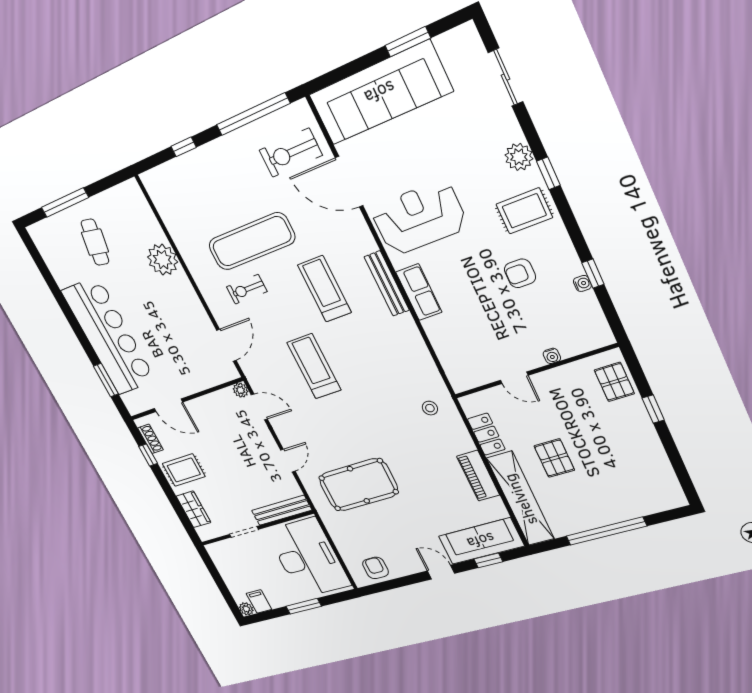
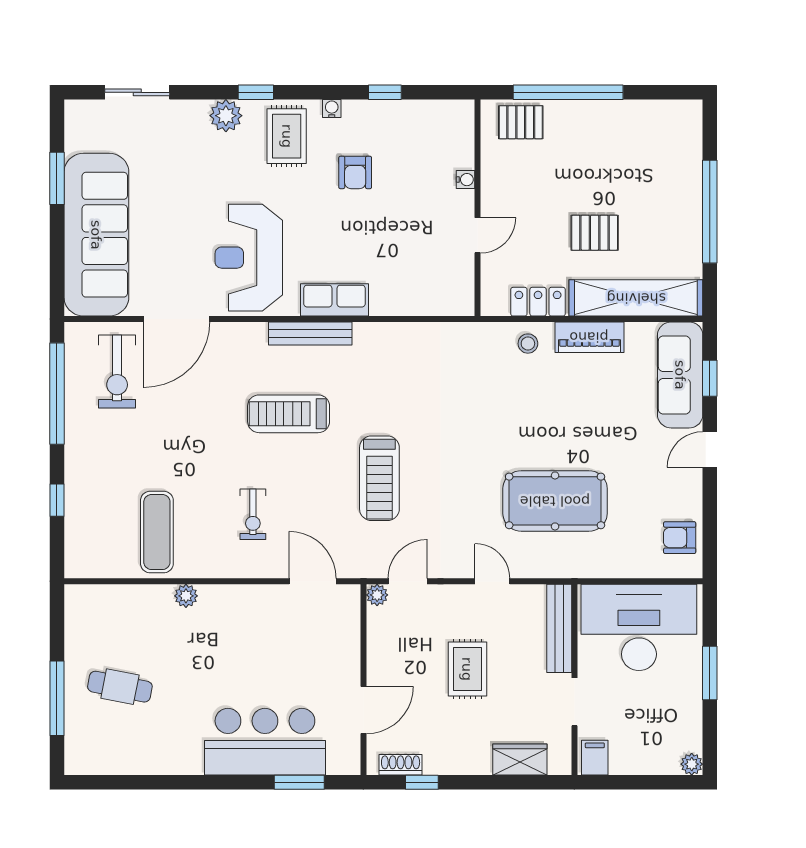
exercise mat: (252, 241) -> (157, 532), moved, width x0.73, depth x0.69
plant: (163, 260) -> (186, 596), width x0.53, depth x0.53
water cooler: (582, 283) -> (332, 109), moved
bar counter: (109, 336) -> (265, 742), width x0.73
treadmill: (314, 366) -> (379, 478), turned -90
stool: (430, 408) -> (528, 344), moved
window: (653, 409) -> (568, 92), width x3.17
rug: (184, 470) -> (467, 669), moved
pool table: (358, 485) -> (555, 501), turned 90
filing cabinet: (259, 601) -> (595, 758), moved, turned 90

